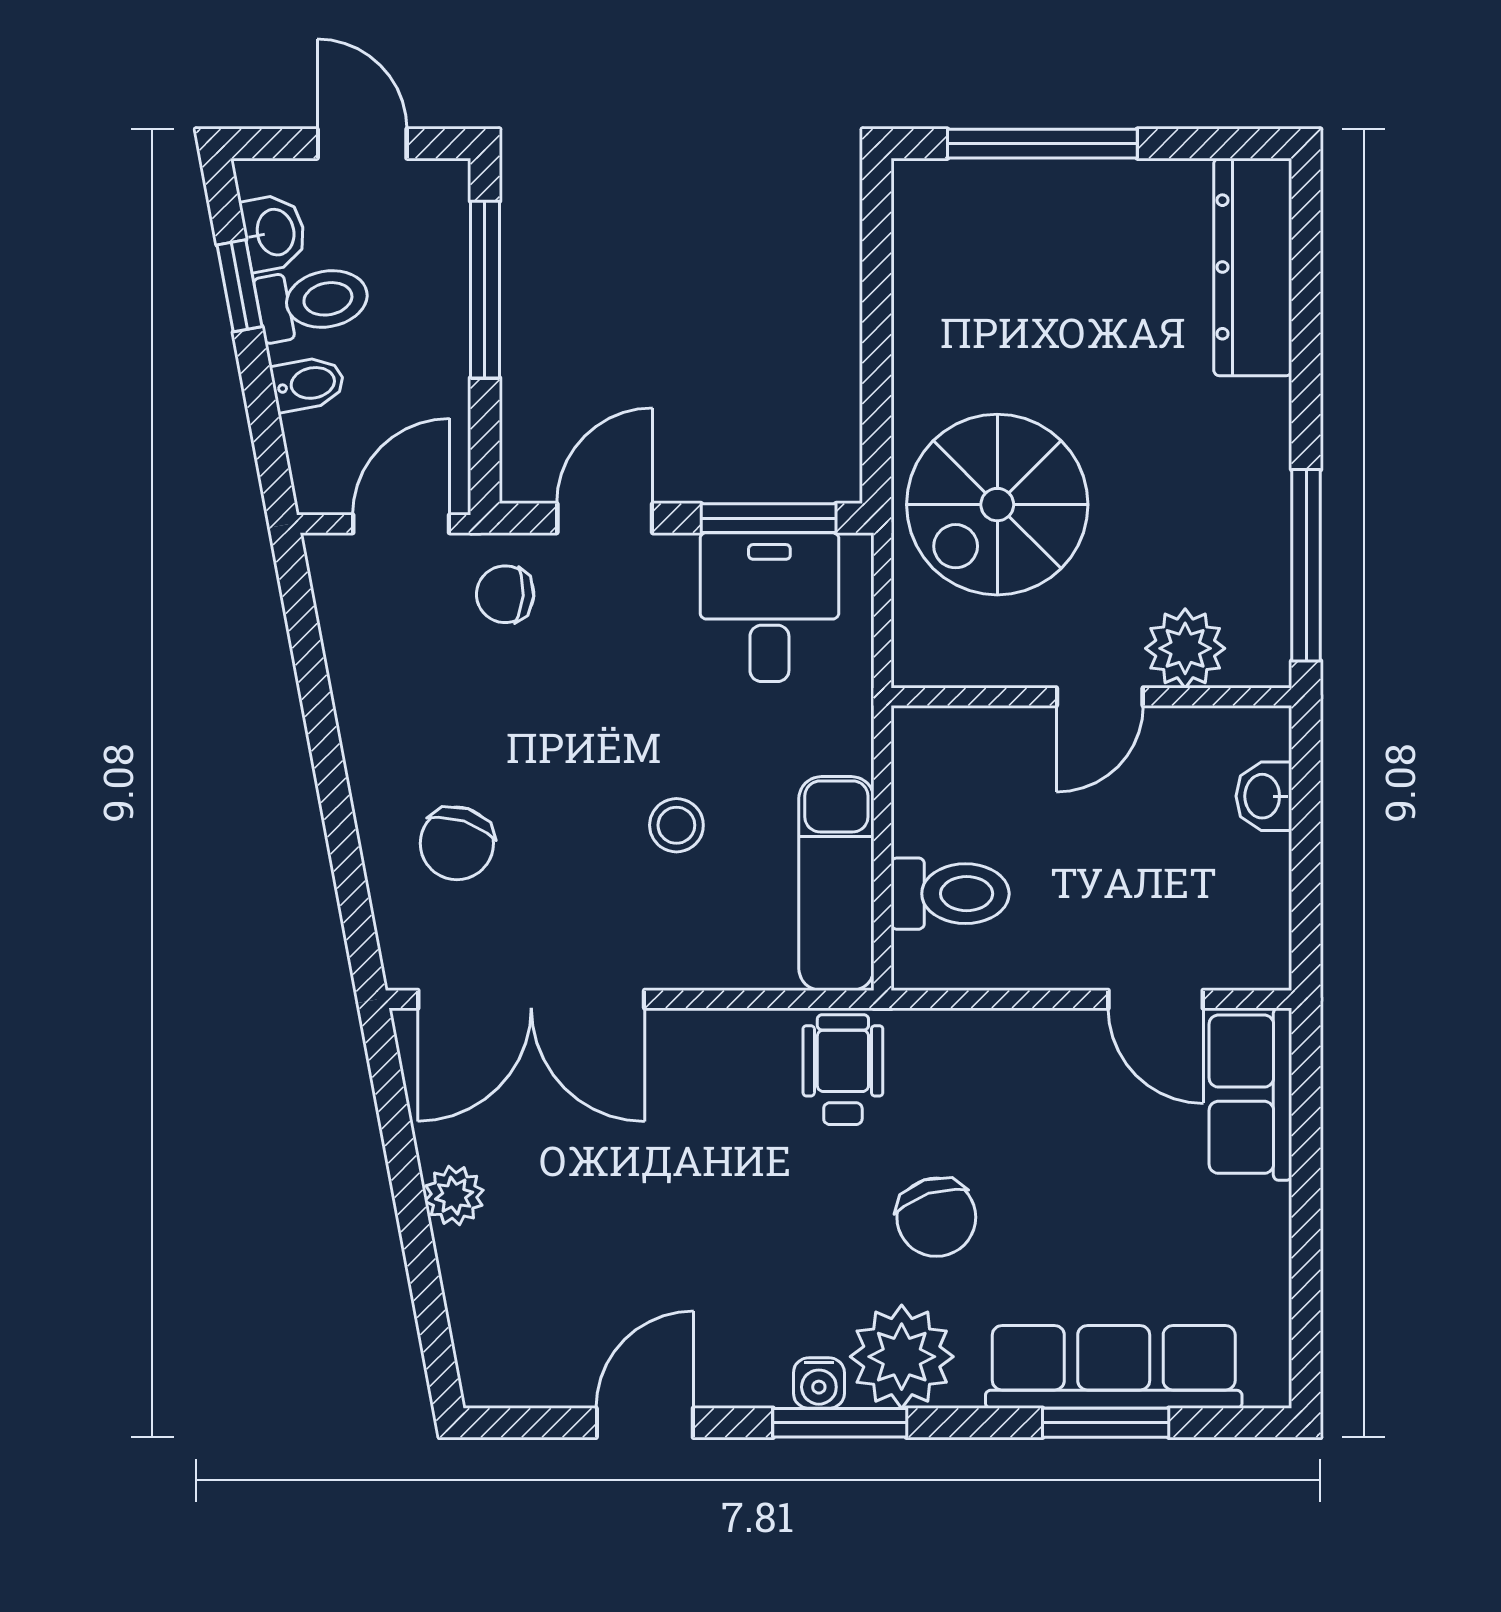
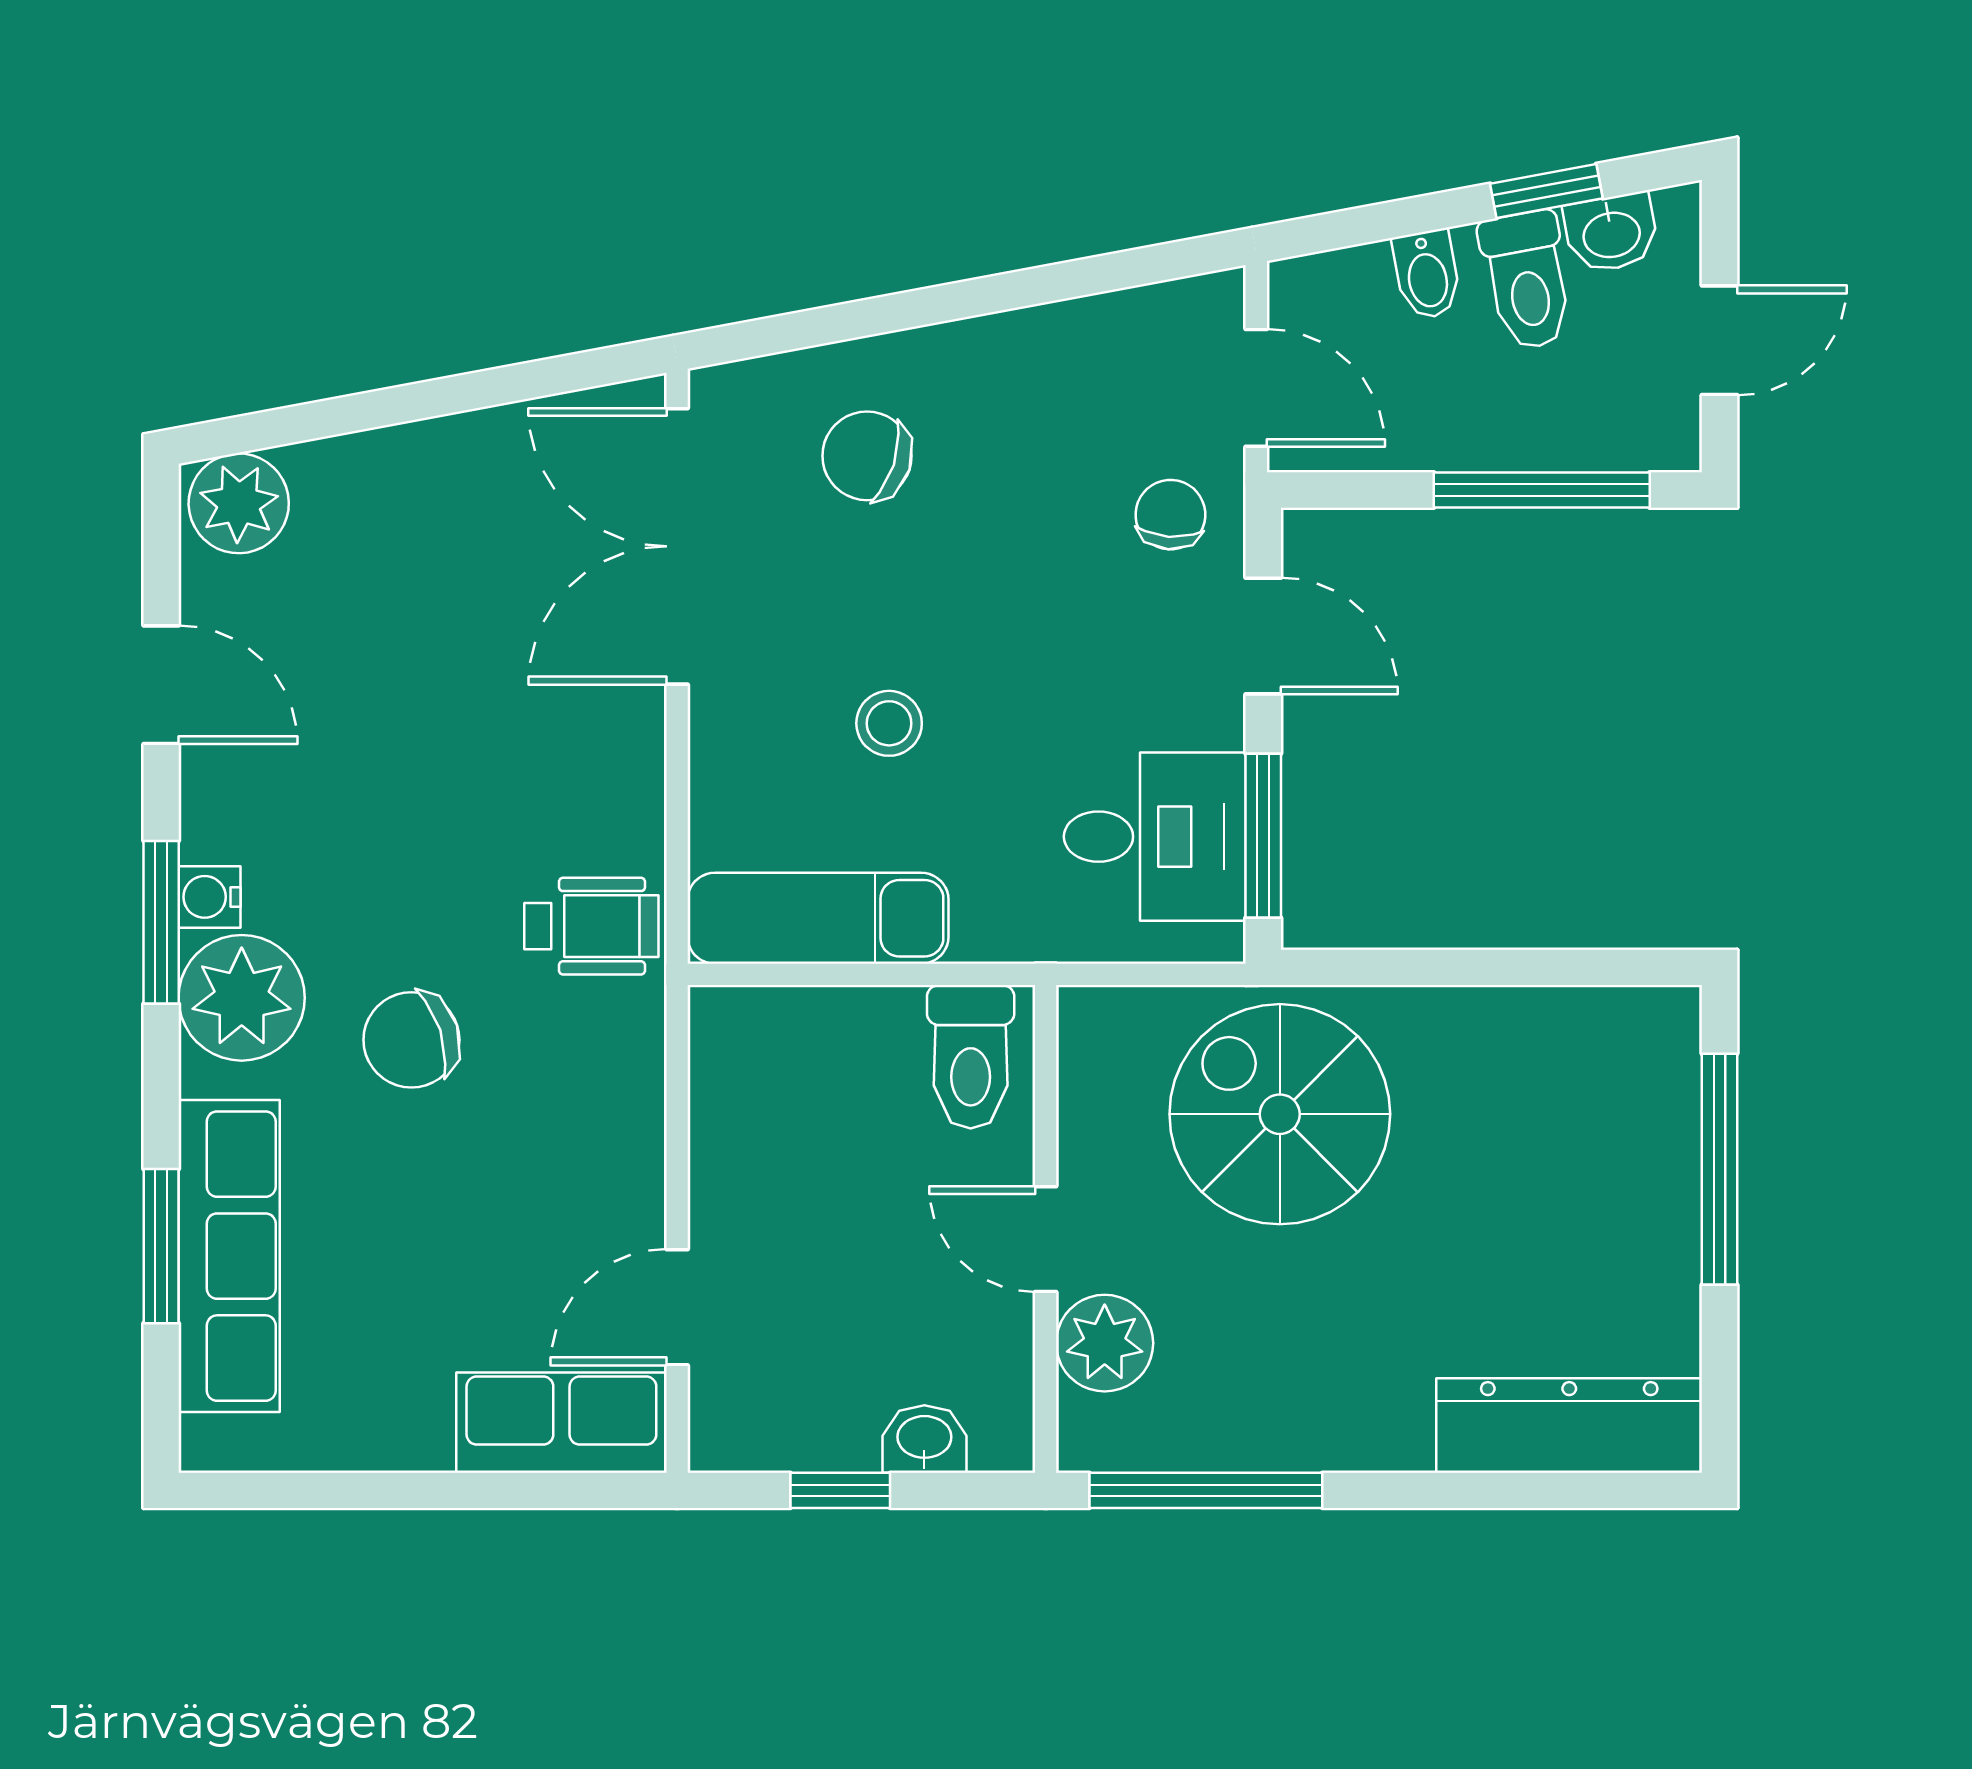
window: (1306, 865) -> (840, 1490), added
toilet: (950, 894) -> (971, 1057), moved
plant: (454, 1196) -> (239, 503), moved, width x1.38, depth x1.38

